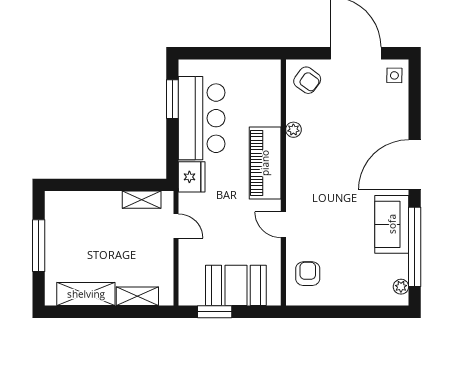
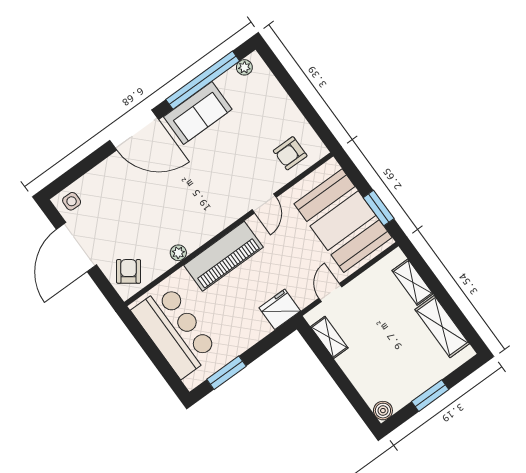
bar counter: (202, 118) -> (175, 331), moved, turned 90
boiler: (54, 200) -> (383, 411), added
window: (39, 246) -> (430, 396), width x0.69
booth: (236, 285) -> (343, 221), width x1.36, depth x1.42

